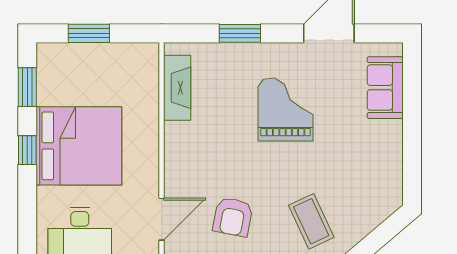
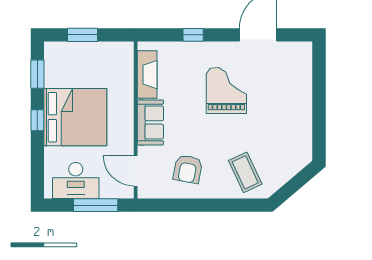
window: (240, 33) -> (193, 35), width x0.67
sofa: (385, 88) -> (150, 122), moved, turned 180
door: (162, 219) -> (136, 171), swing flipped

